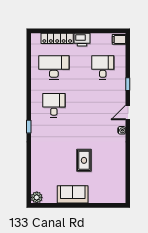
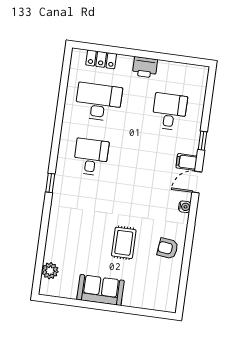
locker: (57, 38) -> (101, 59), width x0.66
filing cabinet: (119, 39) -> (187, 162), moved
armchair: (114, 160) -> (168, 248), added
plant: (37, 197) -> (50, 271), moved

